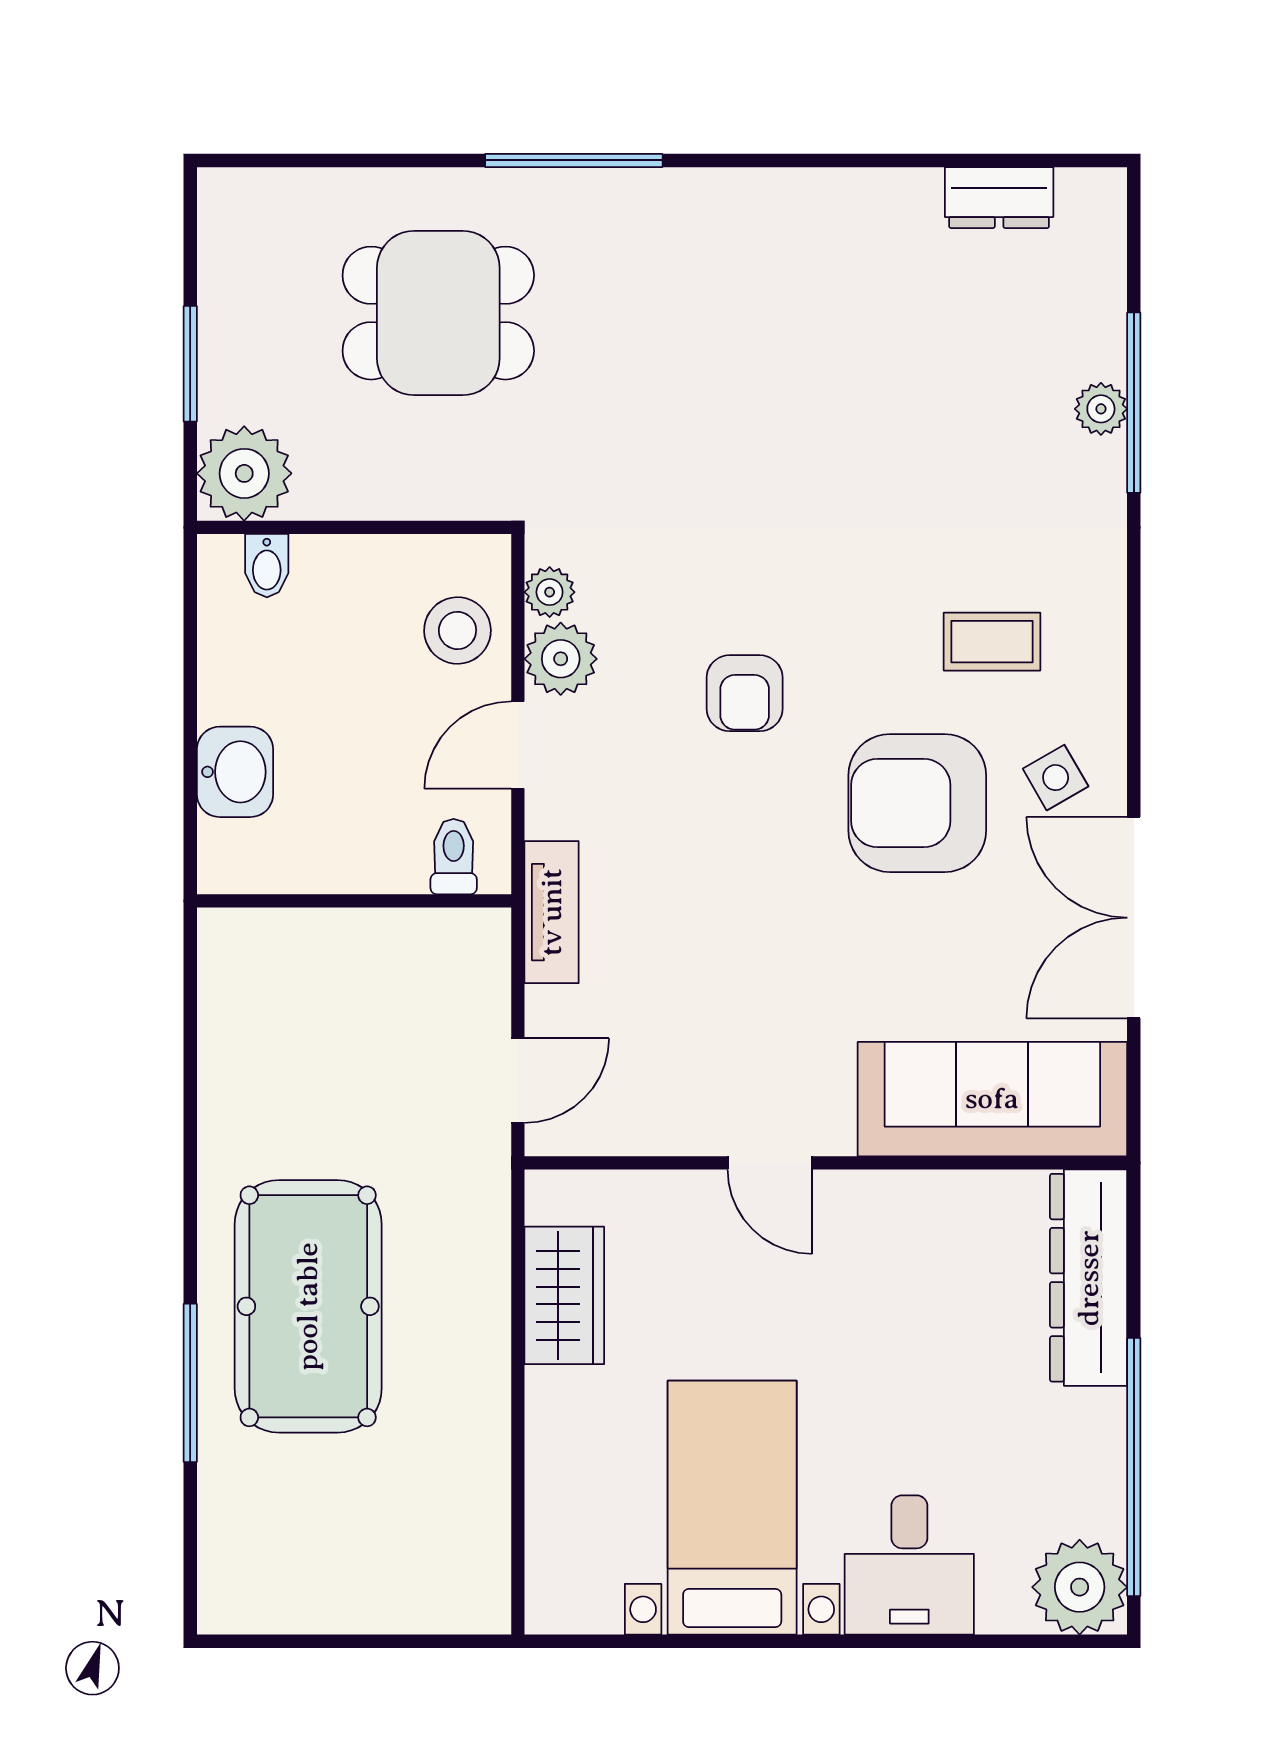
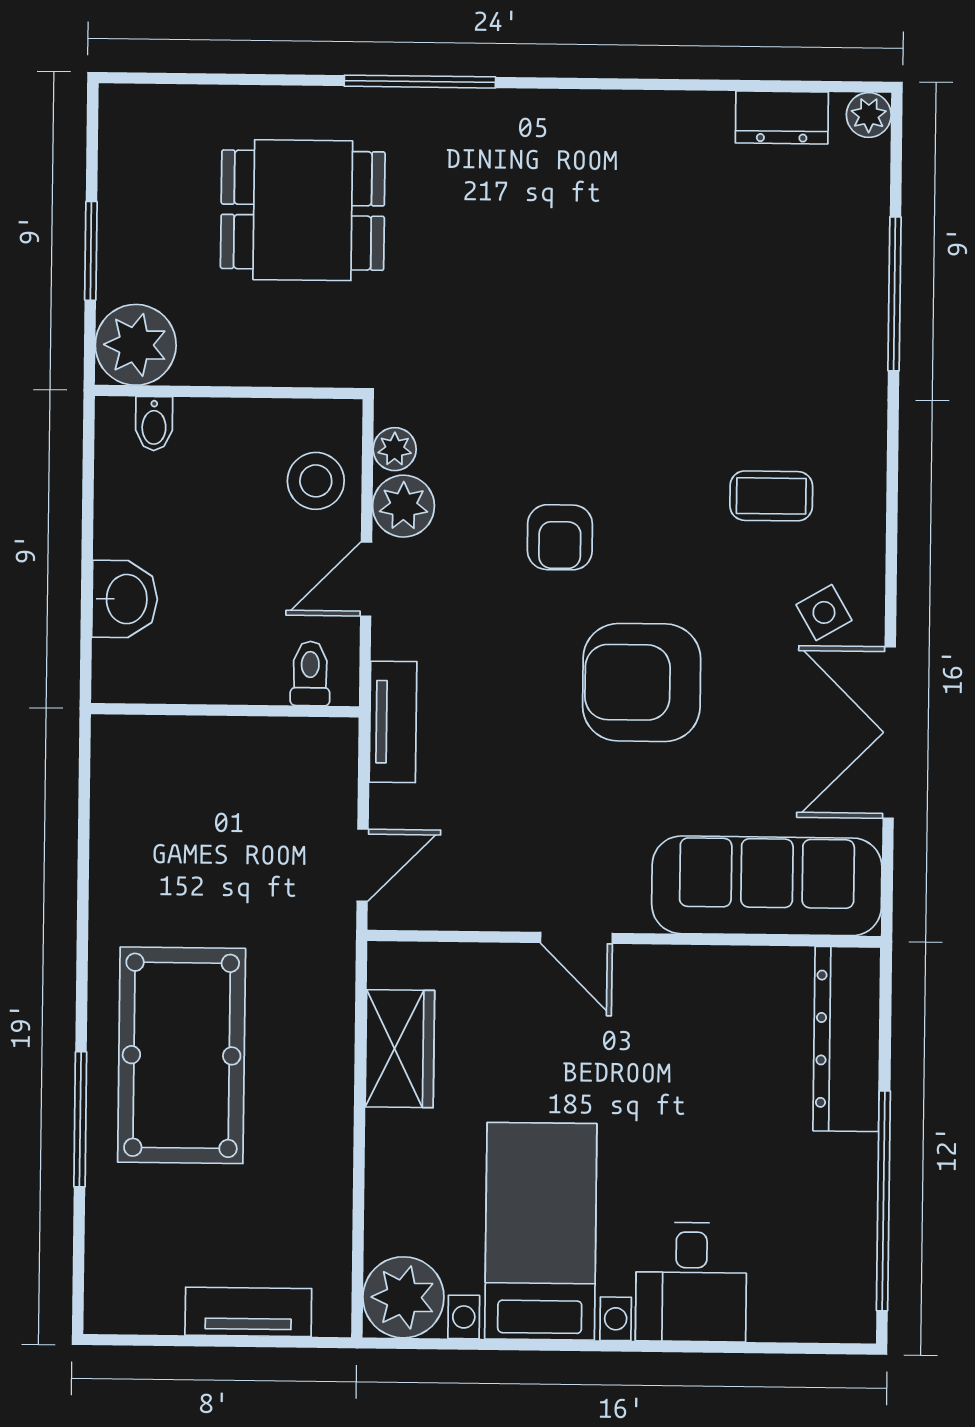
plant: (1101, 409) -> (869, 115), moved
armchair: (917, 803) -> (642, 682), moved
plant: (1080, 1587) -> (403, 1297), moved
tv unit: (390, 1606) -> (248, 1312), added

